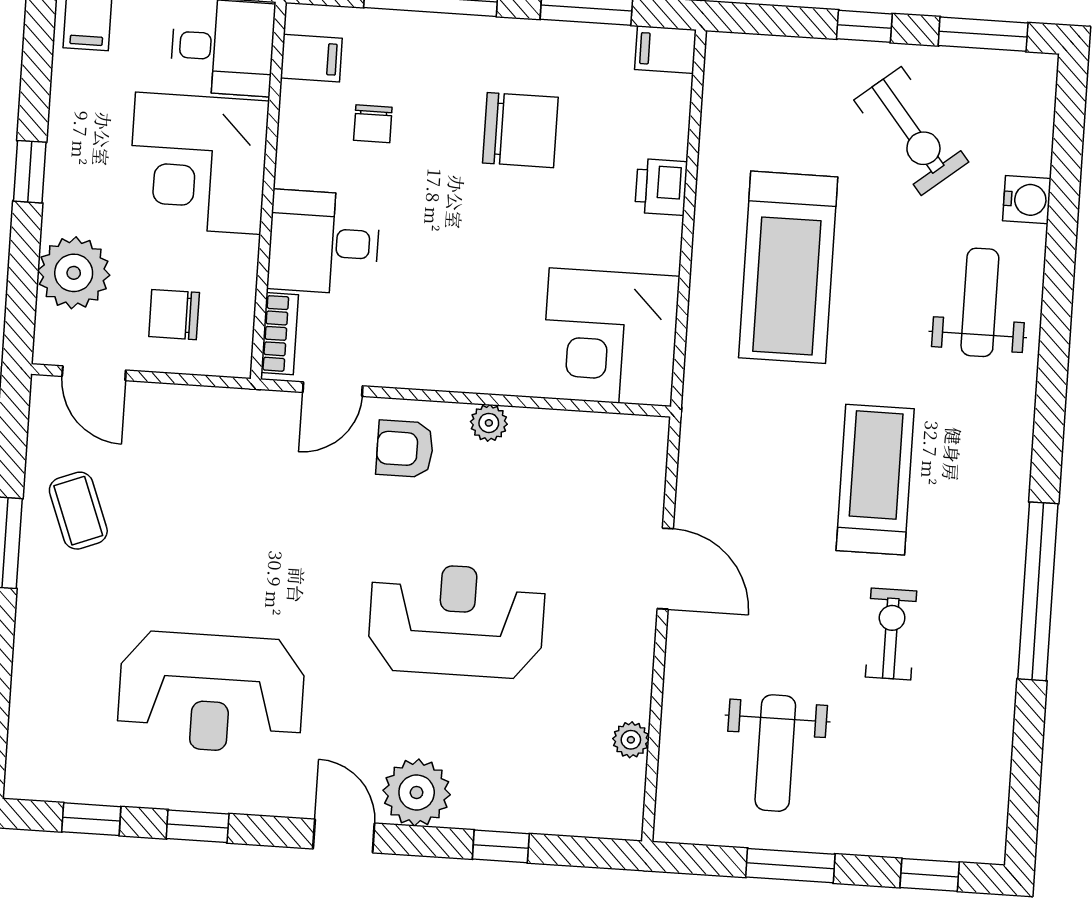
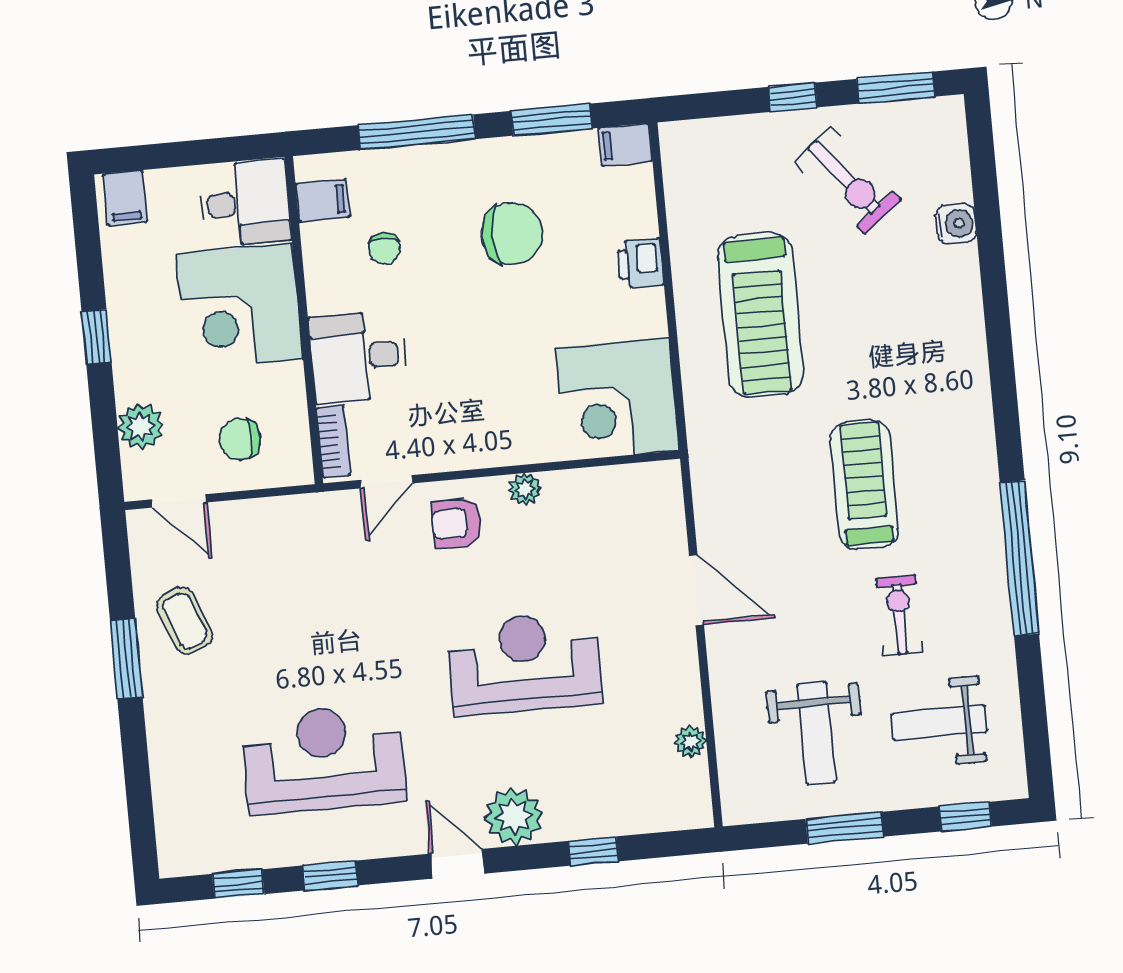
plant: (74, 273) -> (140, 427), width x0.73, depth x0.73
weight bench: (980, 302) -> (939, 723), moved, turned -90
reception desk: (211, 693) -> (324, 759), turned 180

